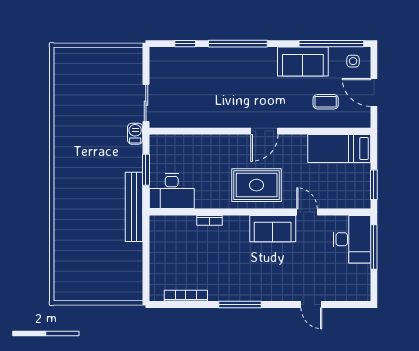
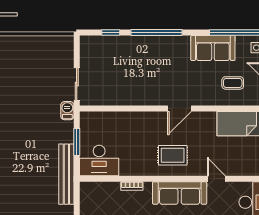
rug: (257, 185) -> (173, 155), width x0.73, depth x0.70
sofa: (273, 229) -> (180, 193), width x1.36

